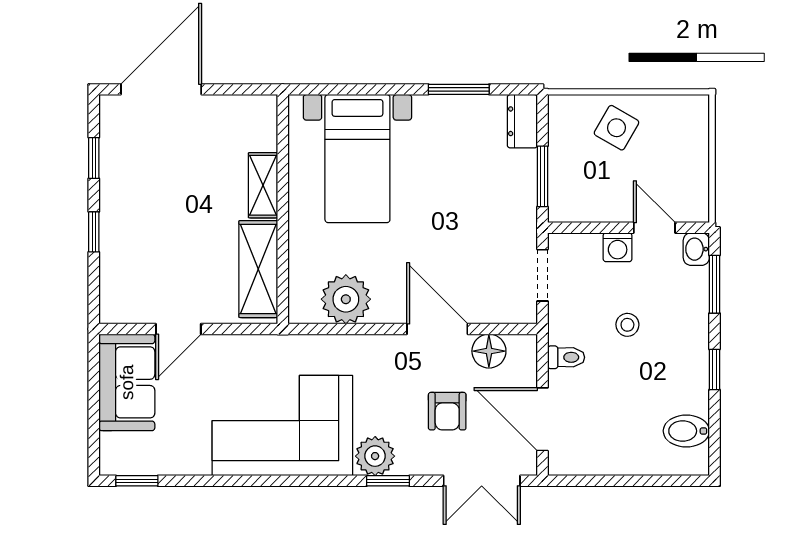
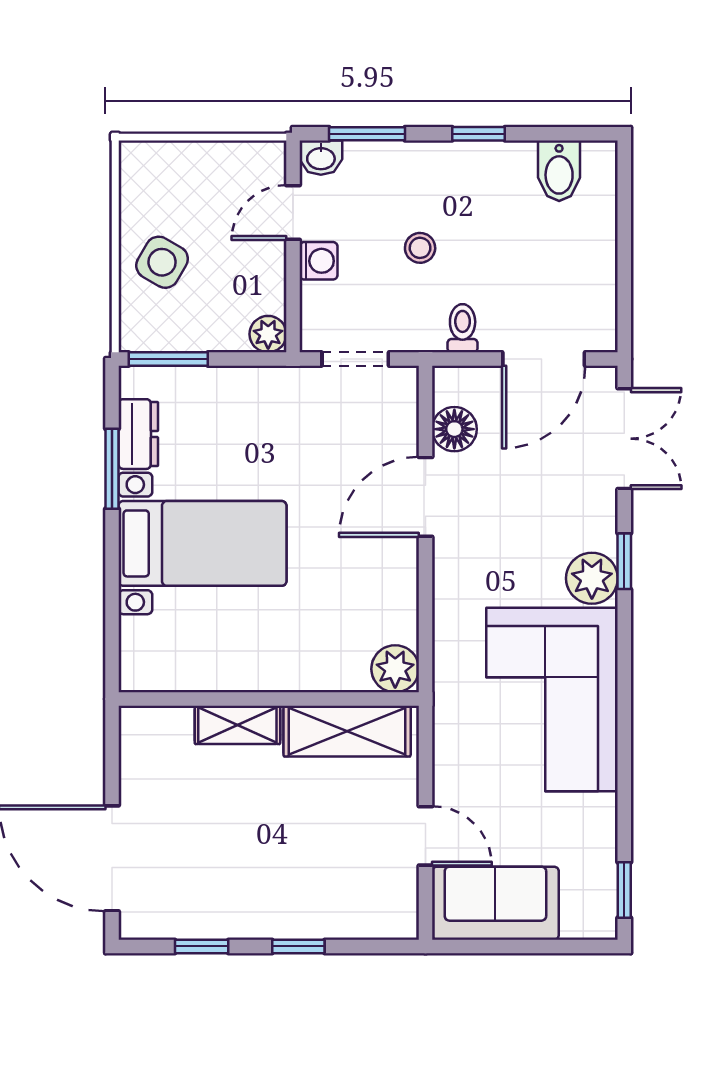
dresser: (522, 121) -> (138, 434), moved, turned -90
bed with nightstands: (357, 159) -> (202, 543), moved
window: (542, 176) -> (168, 359), moved
plant: (562, 209) -> (268, 334), added
plant: (346, 299) -> (395, 669), moved, width x0.73, depth x0.73
armchair: (447, 411) -> (533, 484), removed

